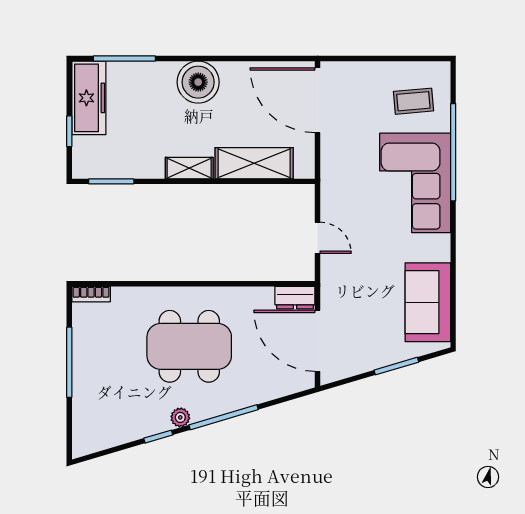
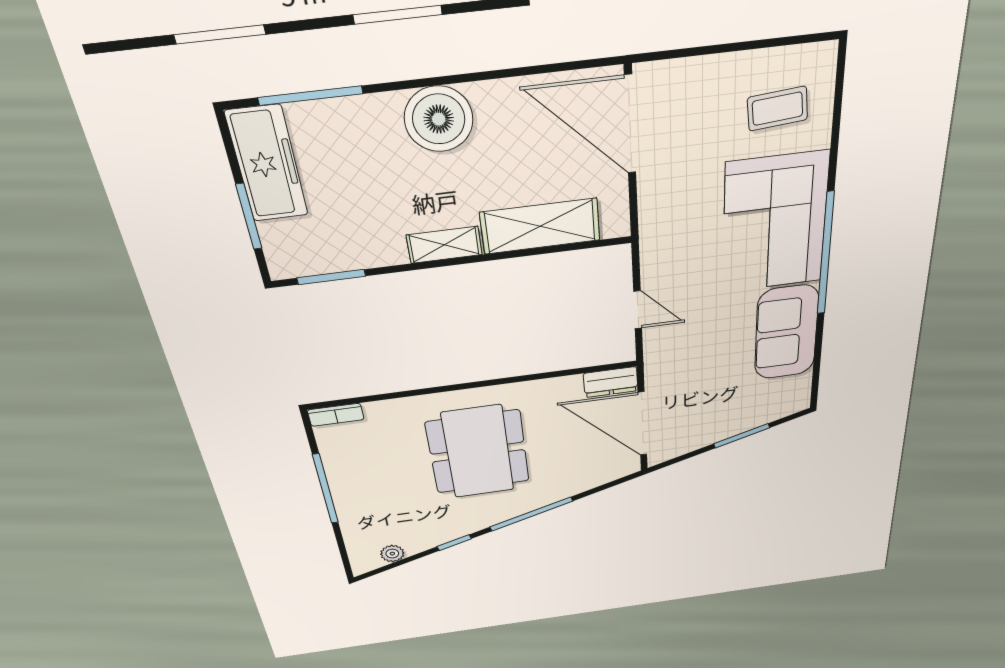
window: (69, 131) -> (249, 217), width x1.50
window: (453, 152) -> (826, 254), moved
sofa: (428, 302) -> (786, 333), moved
dining table: (189, 346) -> (478, 452), turned 90
plant: (180, 417) -> (392, 554), moved

